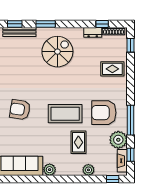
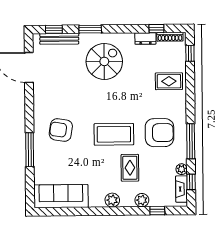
armchair: (104, 113) -> (159, 133), turned 180
plant: (118, 140) -> (182, 169), width x0.53, depth x0.53
plant: (50, 170) -> (112, 200), moved
window: (113, 179) -> (157, 211), moved

